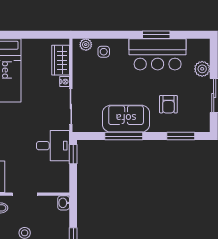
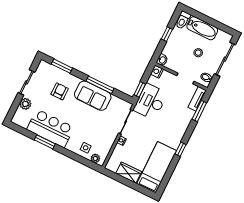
wardrobe: (61, 60) -> (129, 173), moved, turned -90
desk: (53, 146) -> (150, 102), width x1.37
nightstand: (63, 186) -> (157, 72), added

